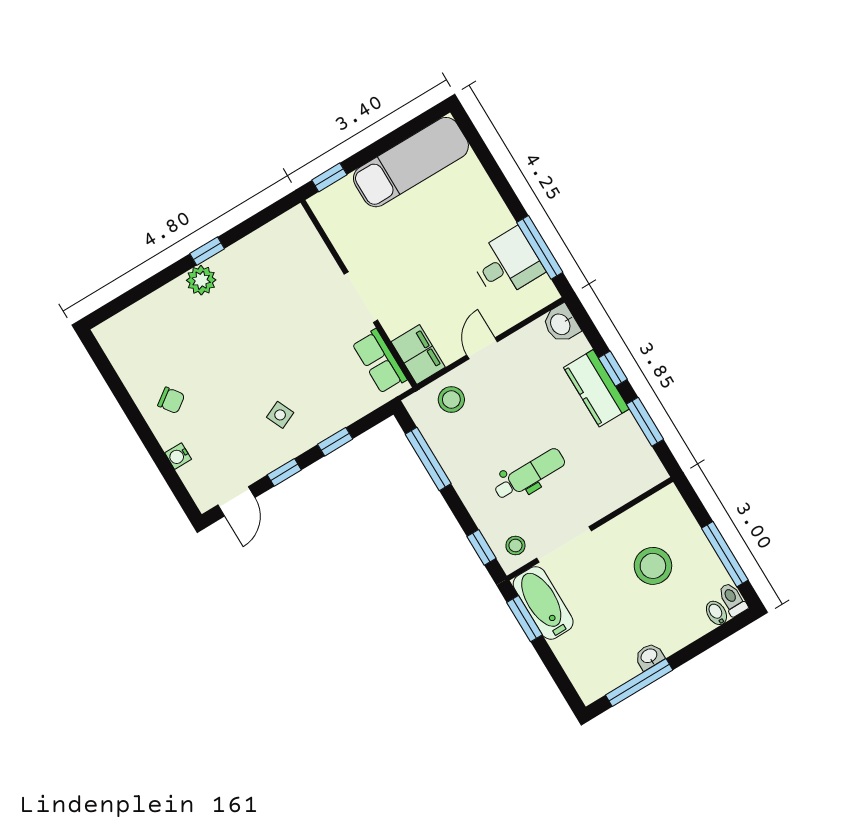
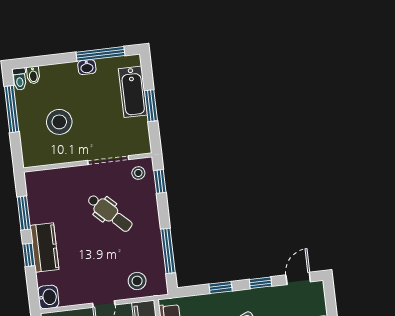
dental chair: (529, 474) -> (110, 213), turned -136
bathtub: (543, 603) -> (133, 92), moved
window: (525, 619) -> (151, 106), moved

